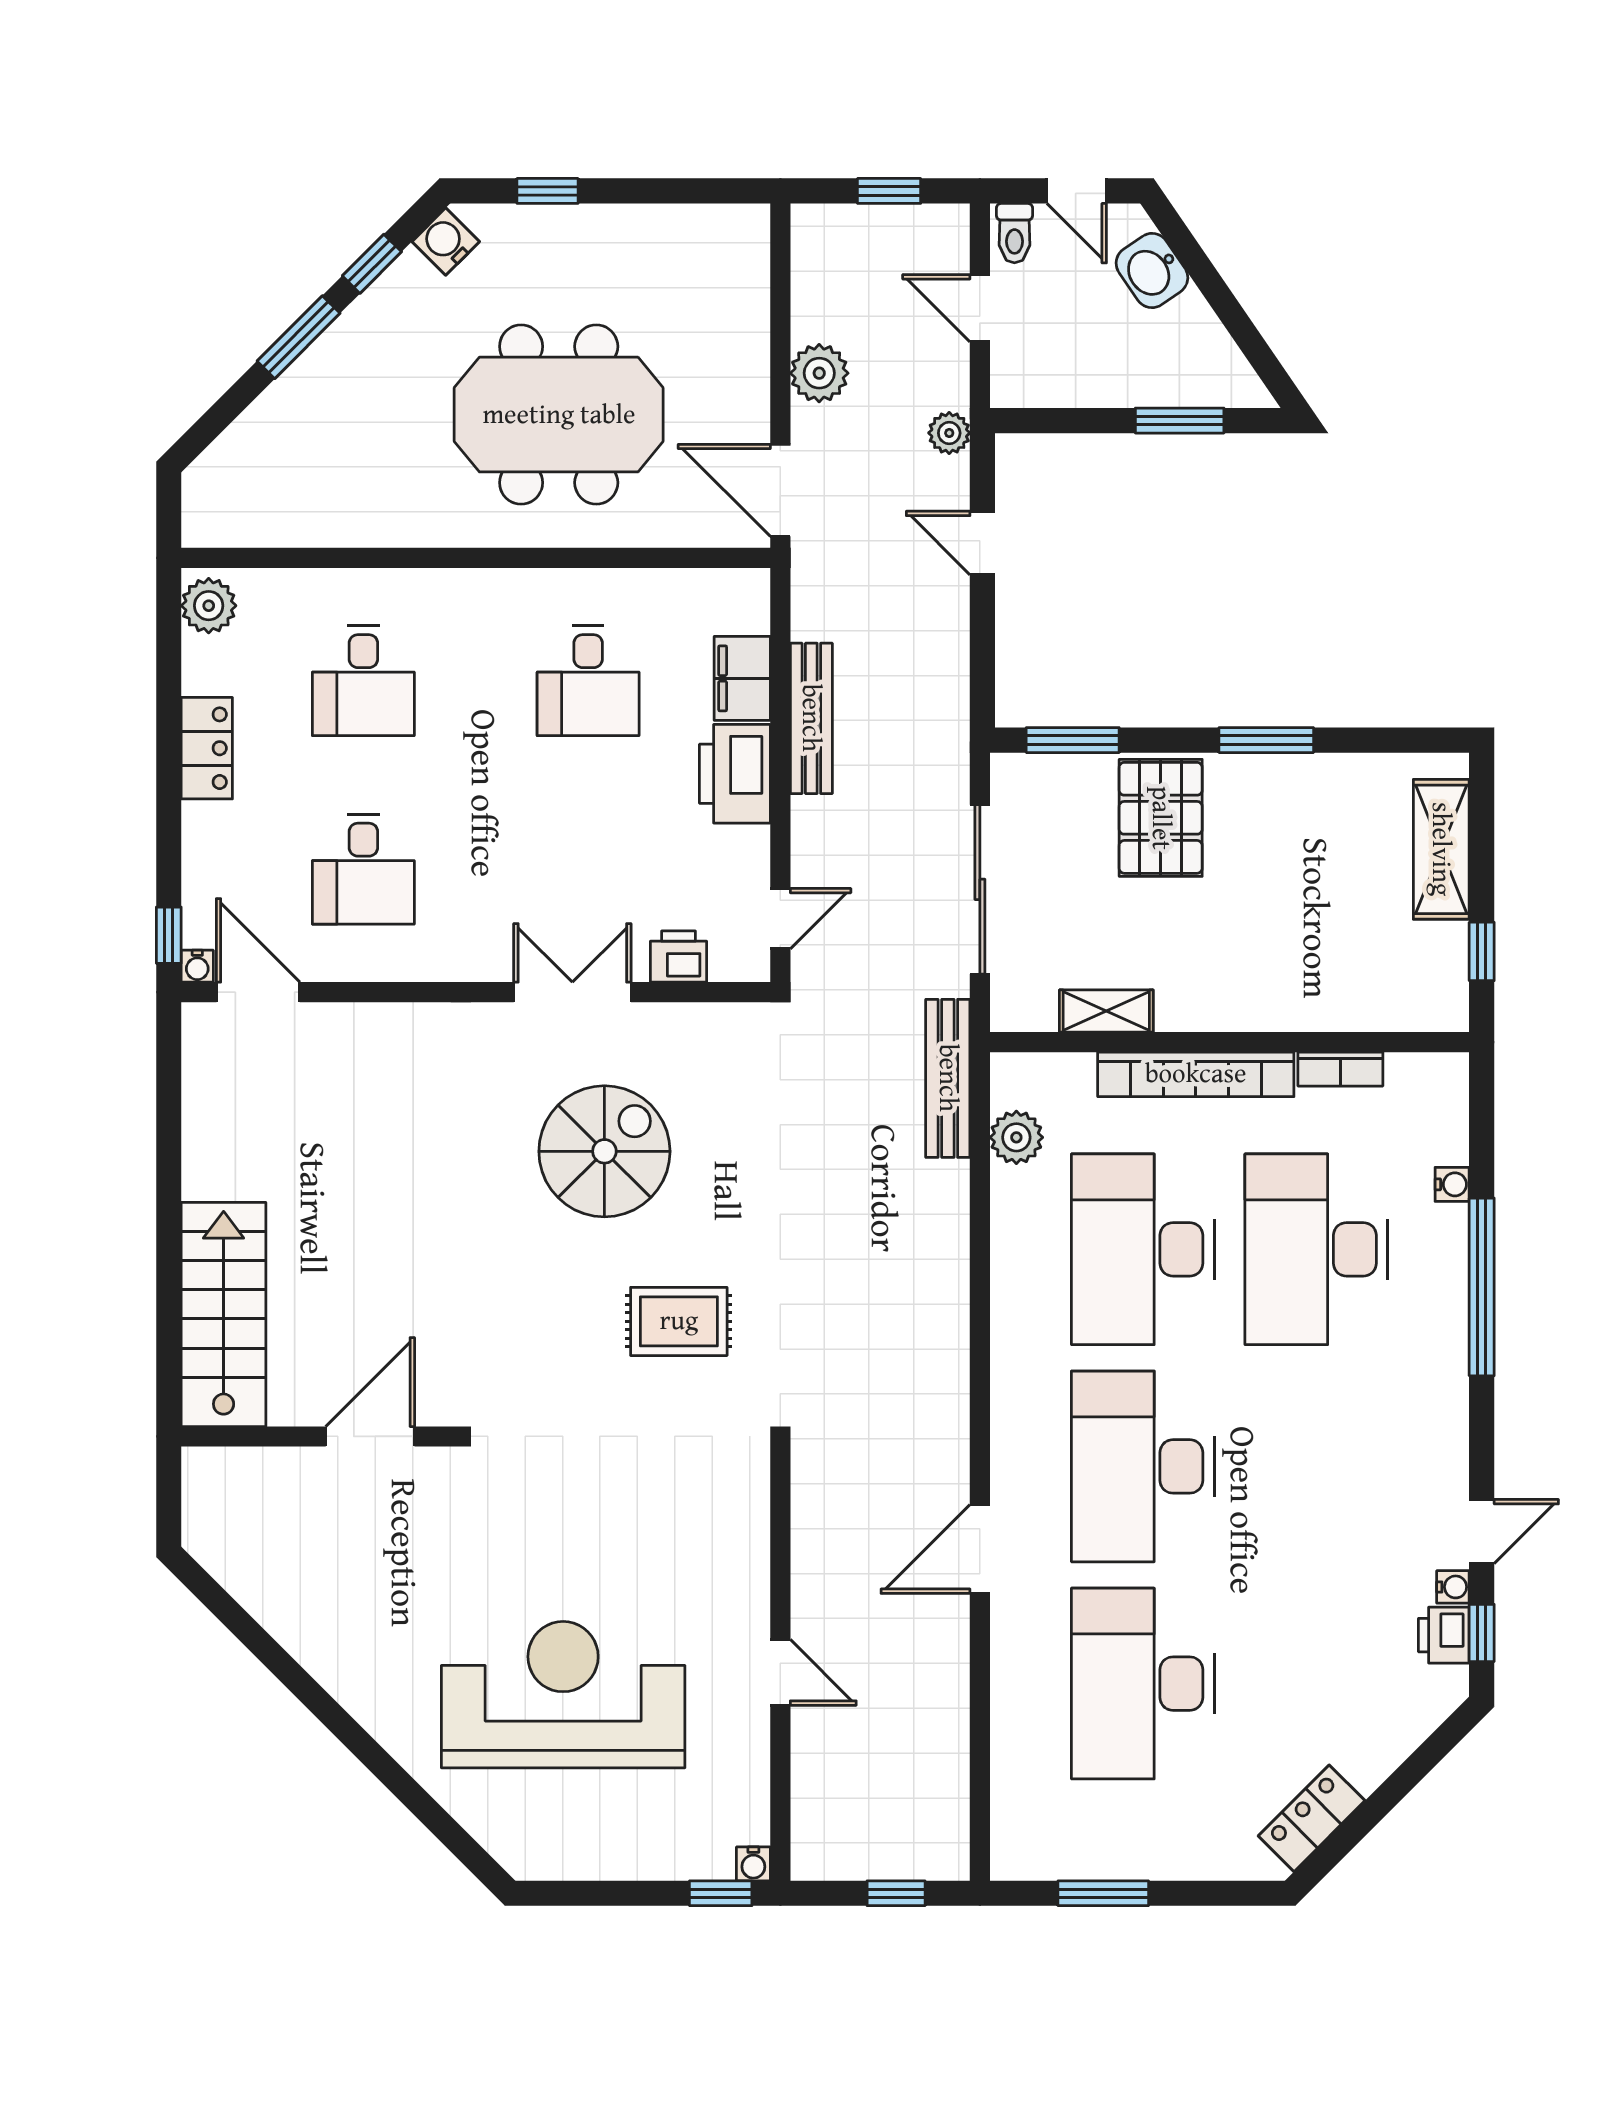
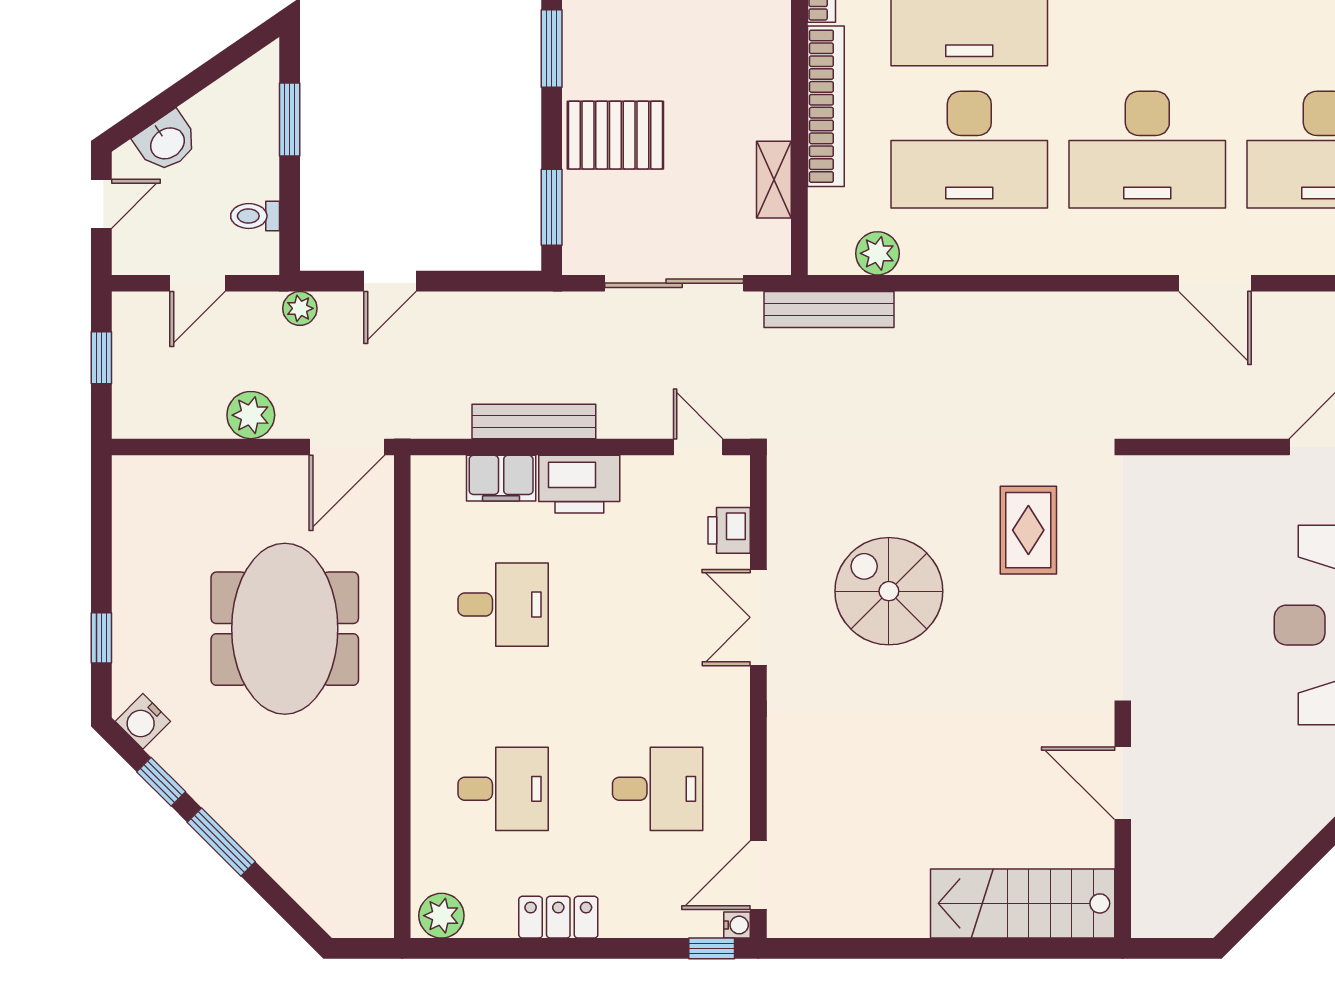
toilet: (1014, 233) -> (255, 216), moved, turned 180

